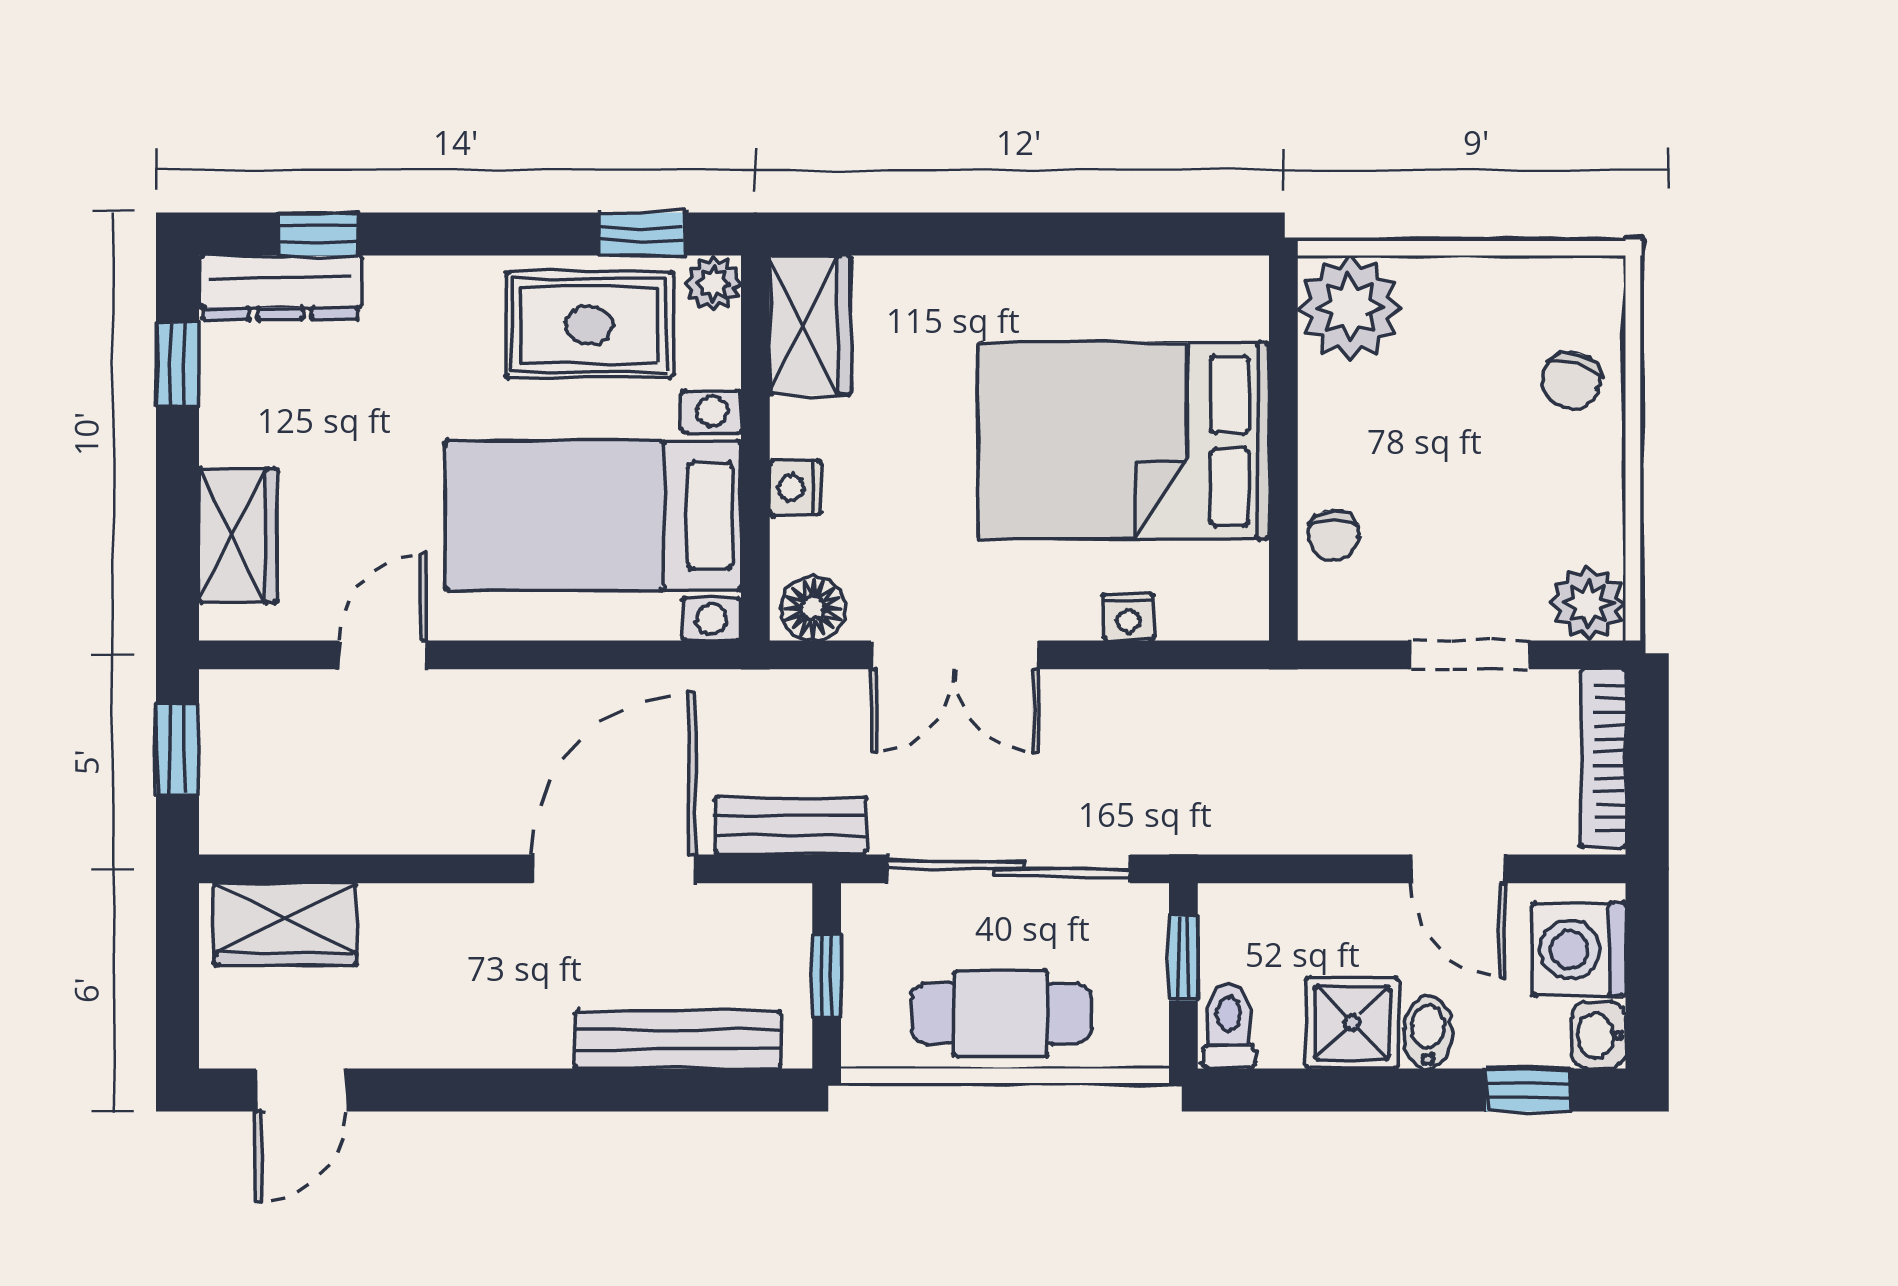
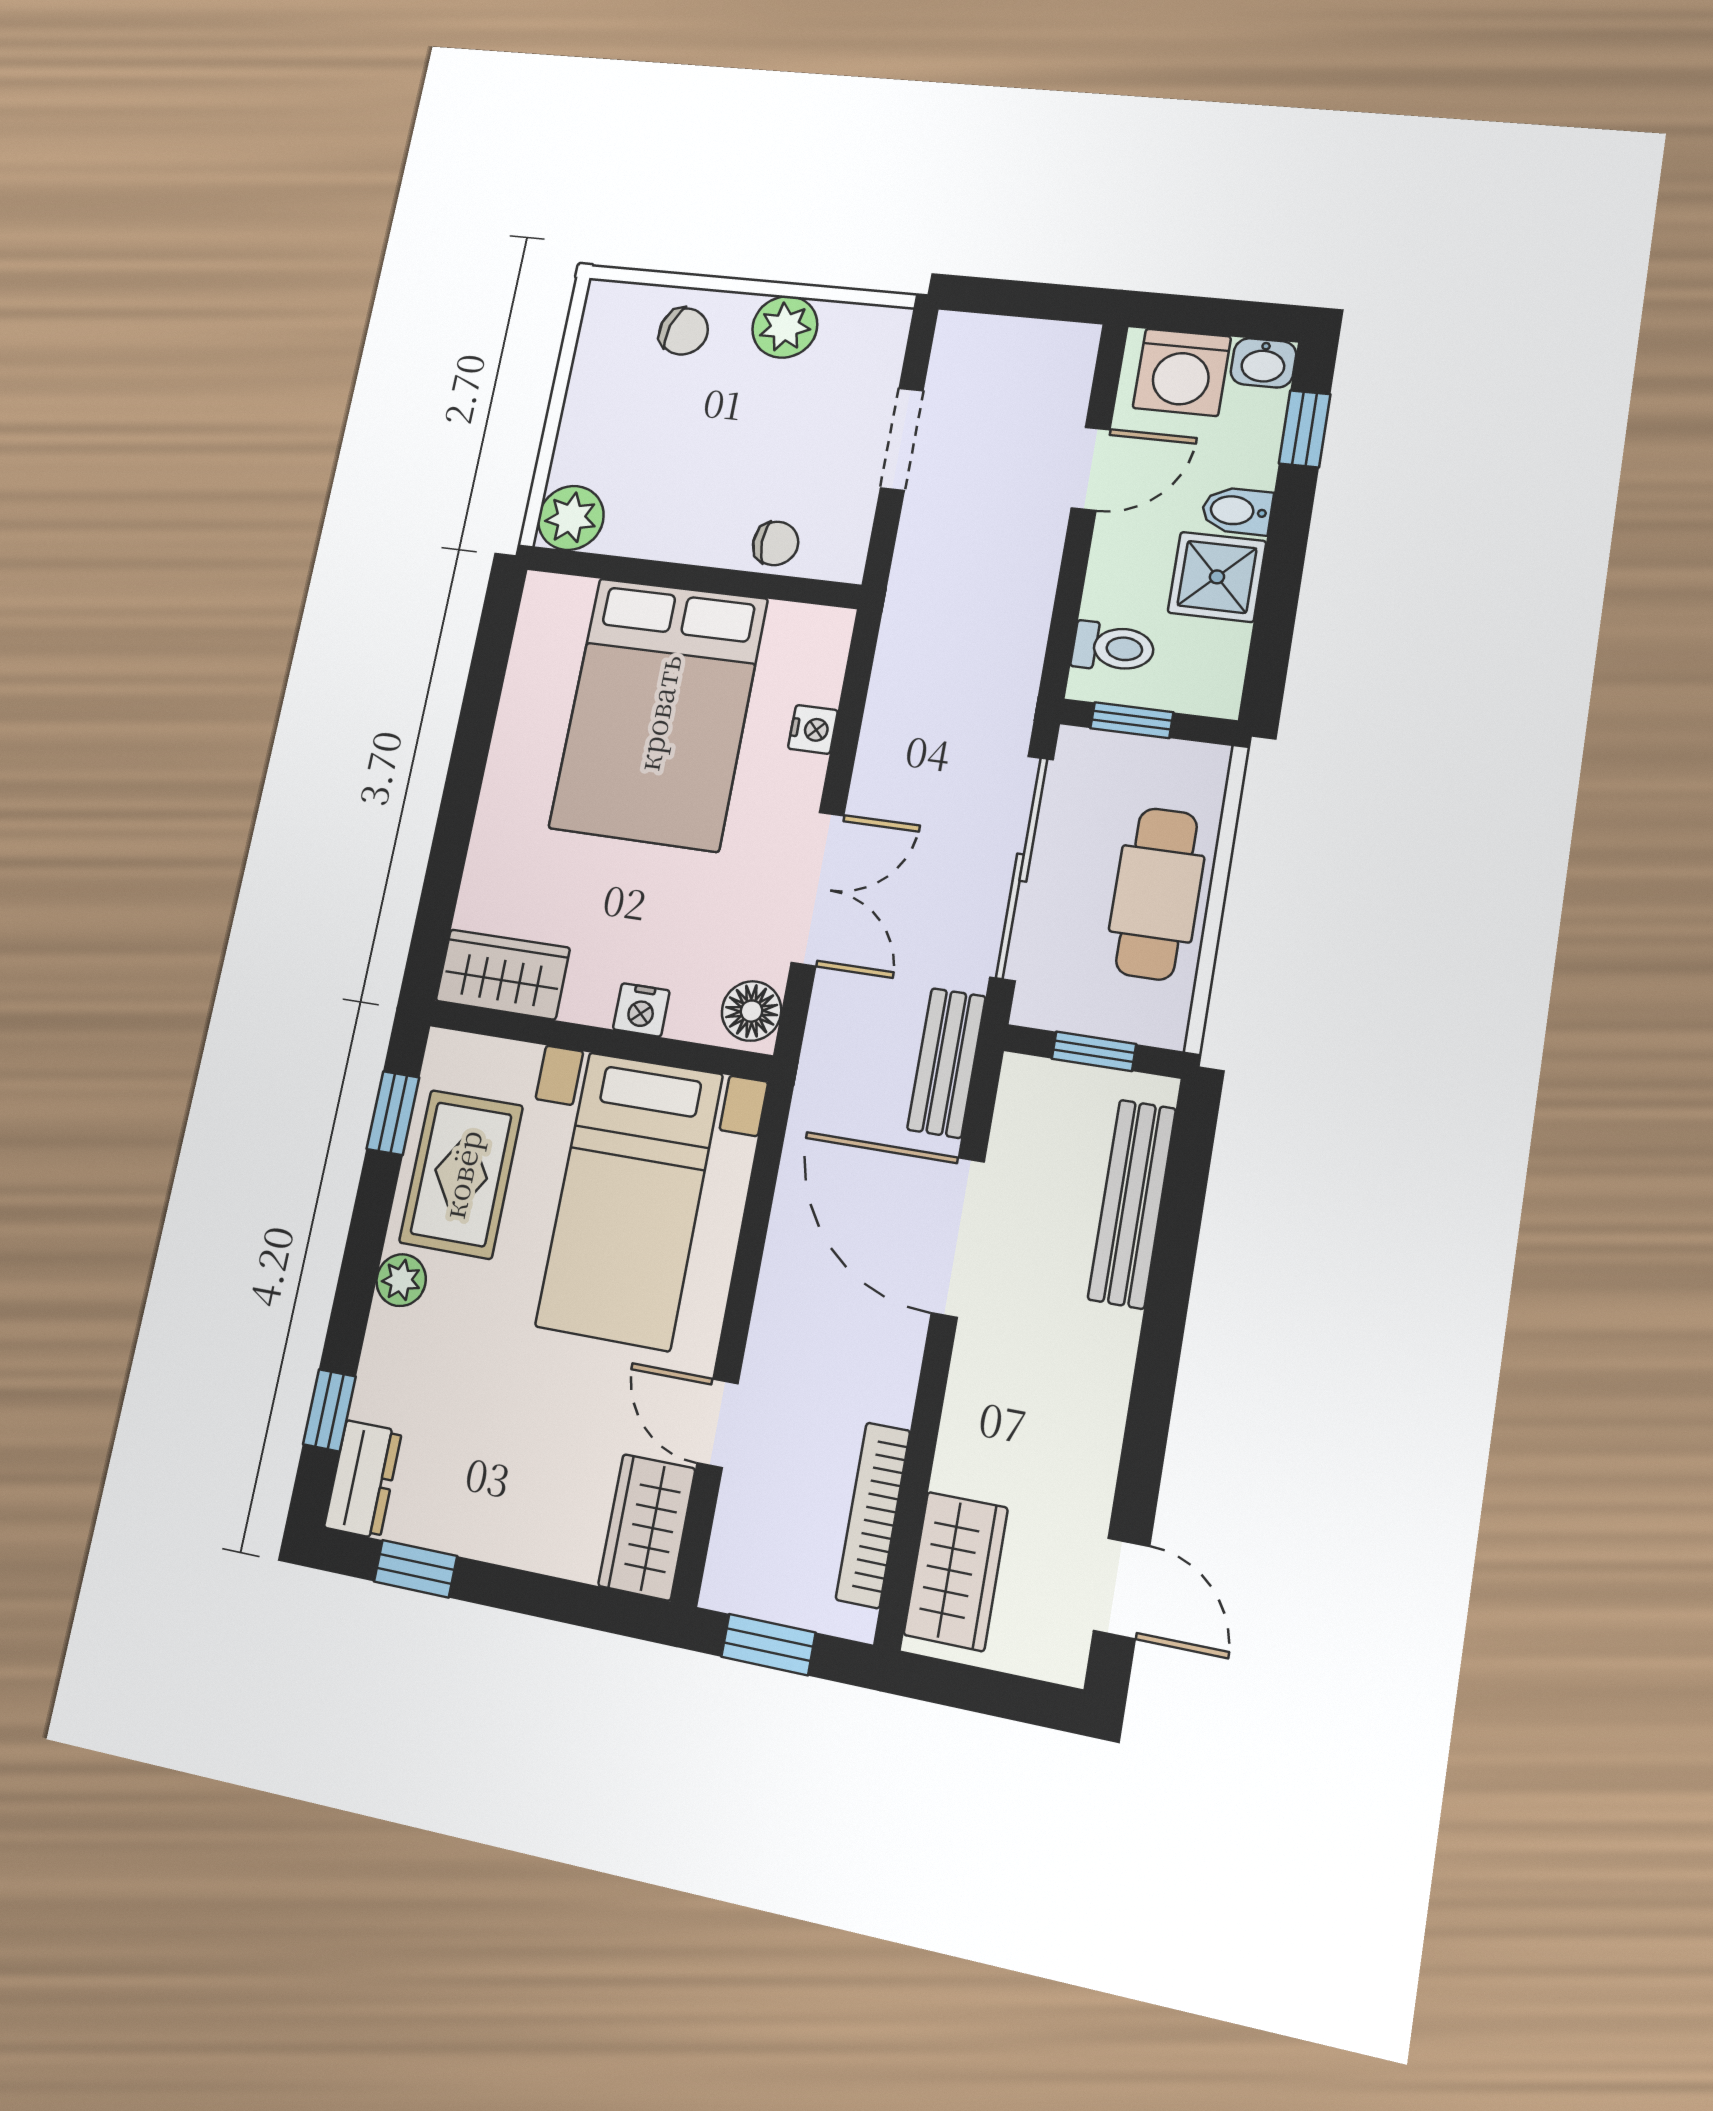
plant: (713, 283) -> (401, 1280), moved
dresser: (280, 287) -> (363, 1479), width x0.70
plant: (1350, 308) -> (571, 518), width x0.73, depth x0.73
wardrobe: (238, 535) -> (647, 1527), moved, turned -90
plant: (1588, 603) -> (785, 327), moved
bookcase: (1603, 758) -> (873, 1515), moved, turned 90
toilet: (1229, 1026) -> (1113, 648), moved, turned 180

